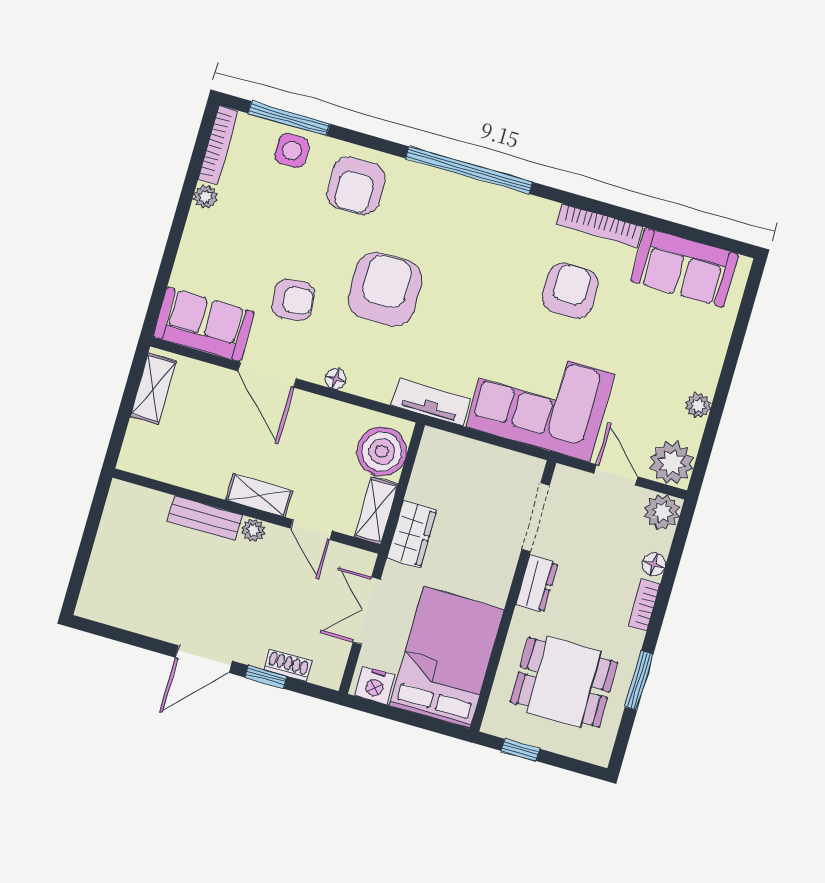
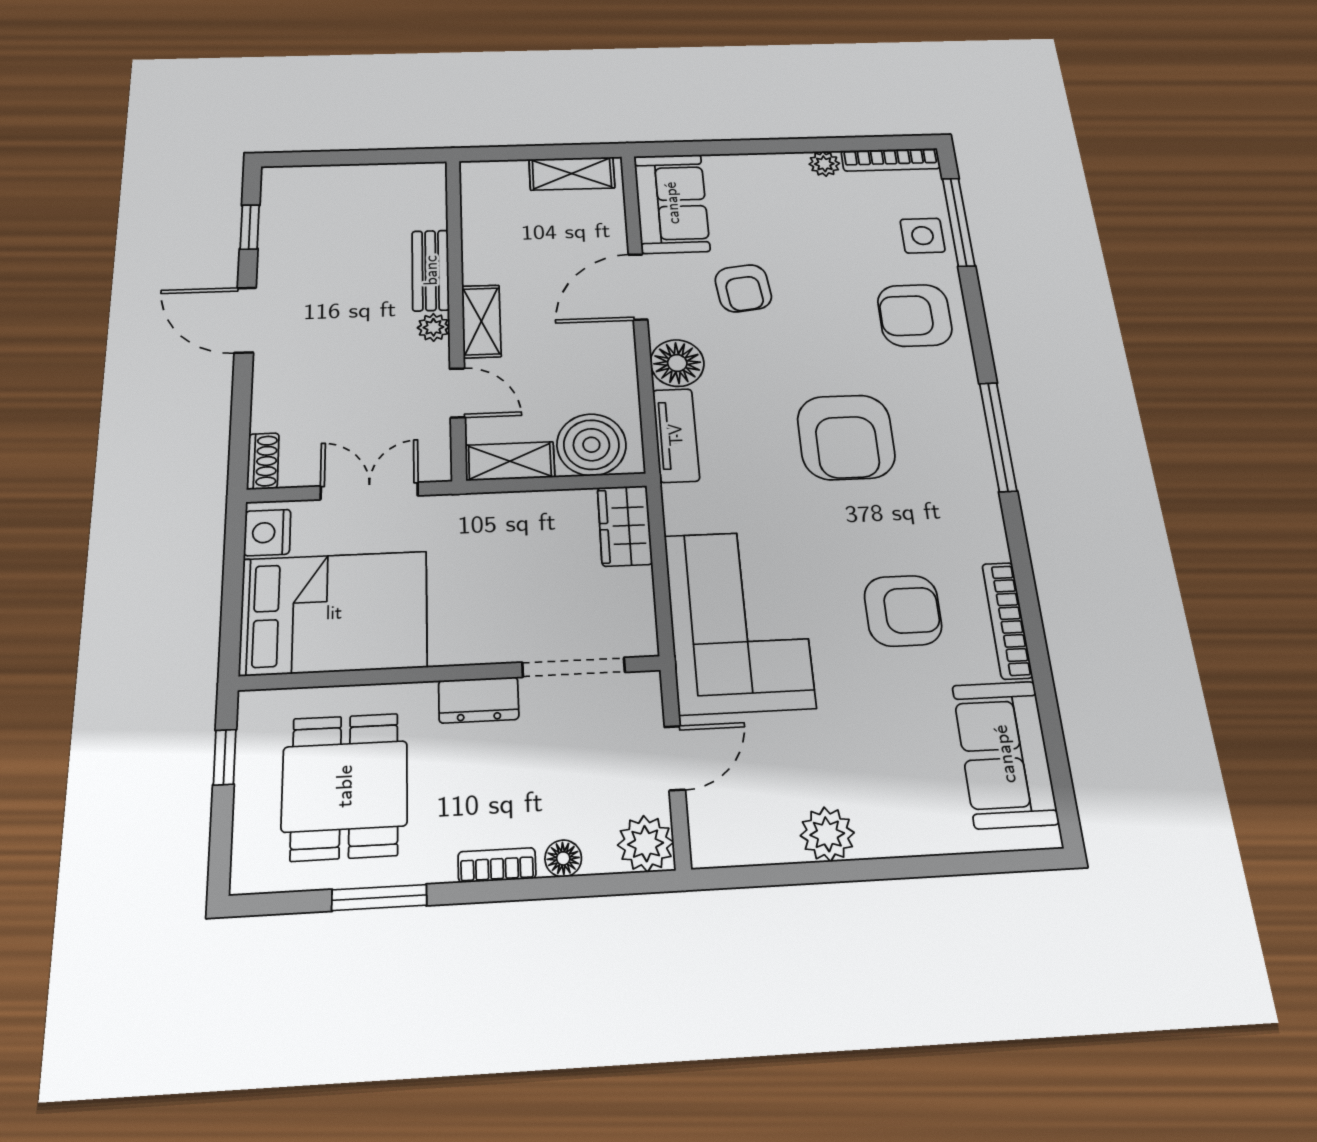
window: (469, 170) -> (998, 437), width x0.68
armchair: (385, 289) -> (846, 437), moved, turned 90
floor lamp: (336, 379) -> (677, 363), width x1.89, depth x1.89
tv unit: (431, 402) -> (676, 435), moved
plant: (698, 405) -> (827, 834), width x1.38, depth x1.38
plant: (672, 463) -> (723, 833), removed
door: (311, 530) -> (457, 393), swing flipped
wardrobe: (412, 534) -> (625, 526), moved, turned 90
shoe rack: (288, 666) -> (263, 461), moved
window: (266, 677) -> (250, 227), moved

